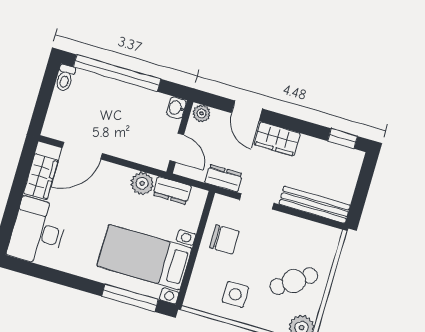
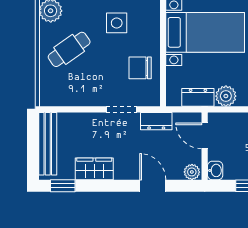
wardrobe: (277, 139) -> (94, 169), moved
bench: (315, 205) -> (48, 144), moved, turned 90

